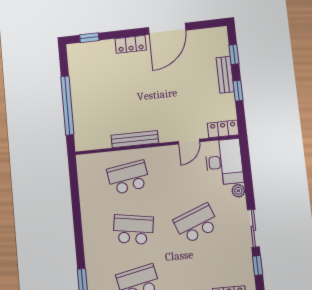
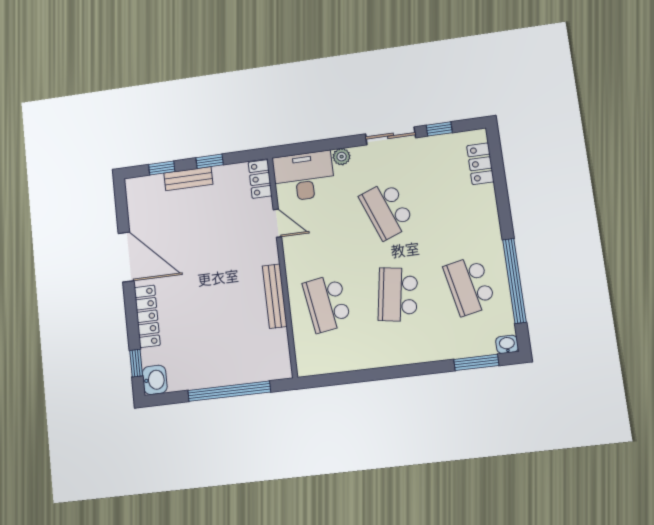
locker: (131, 44) -> (147, 316), width x1.53
washbasin: (77, 51) -> (155, 380), added

